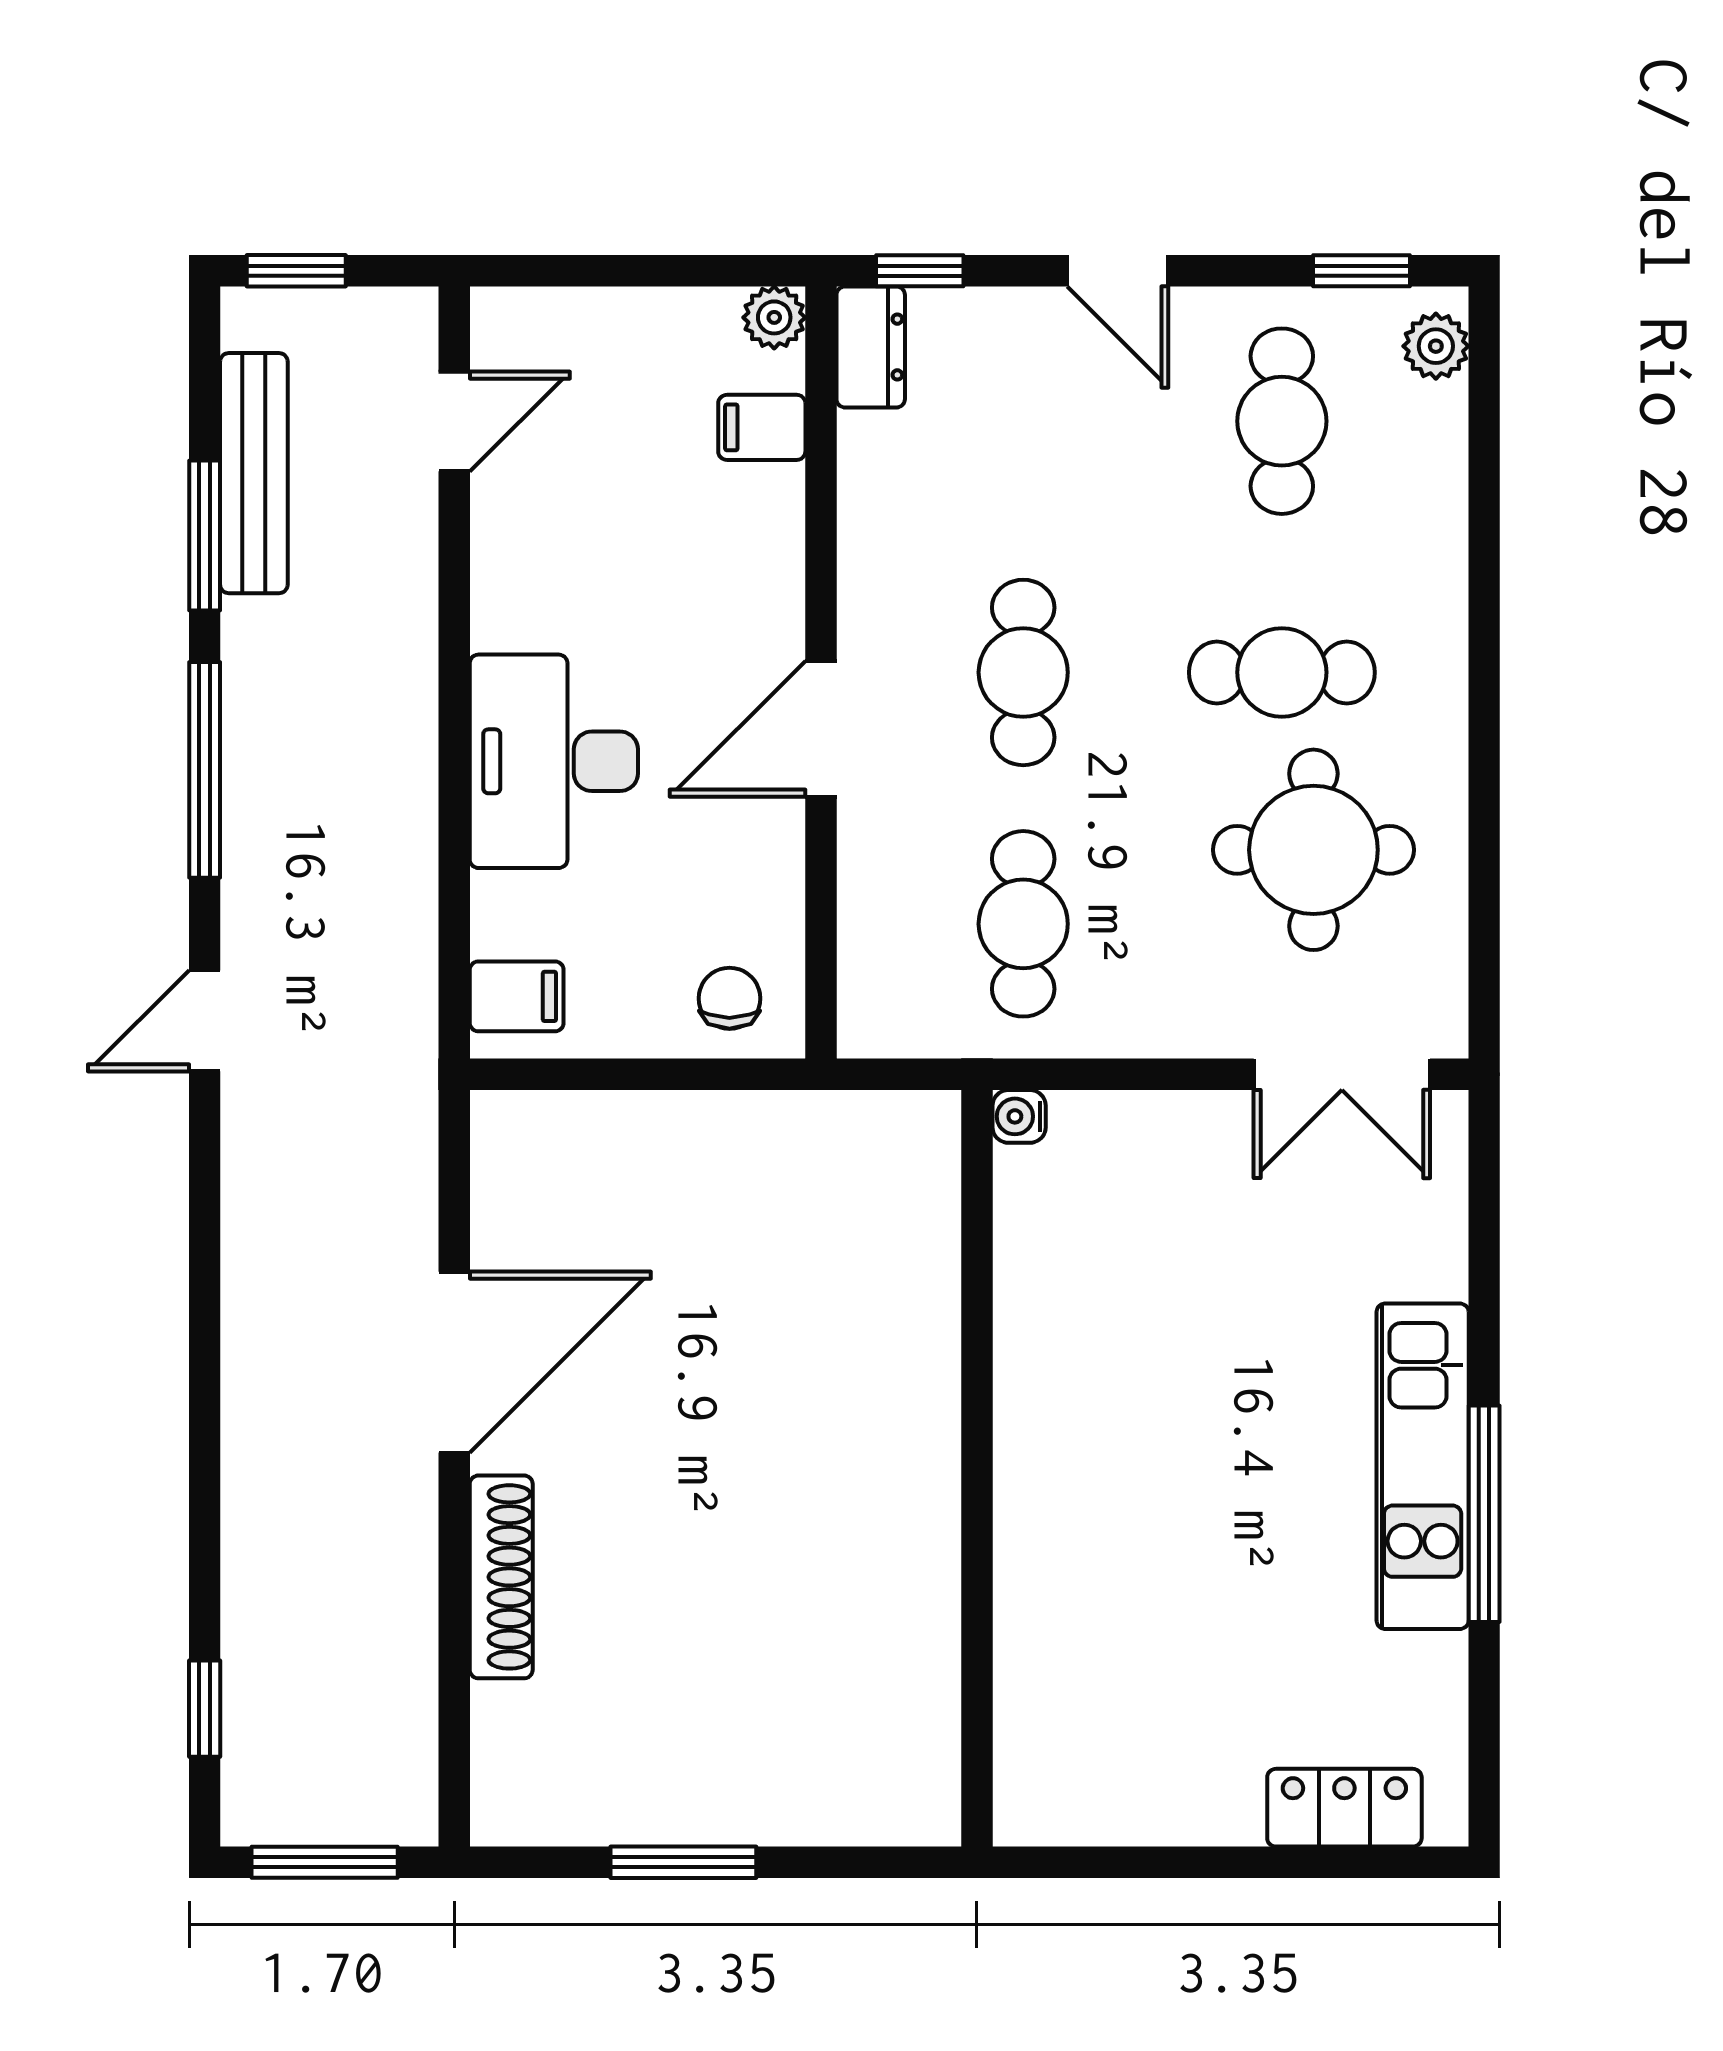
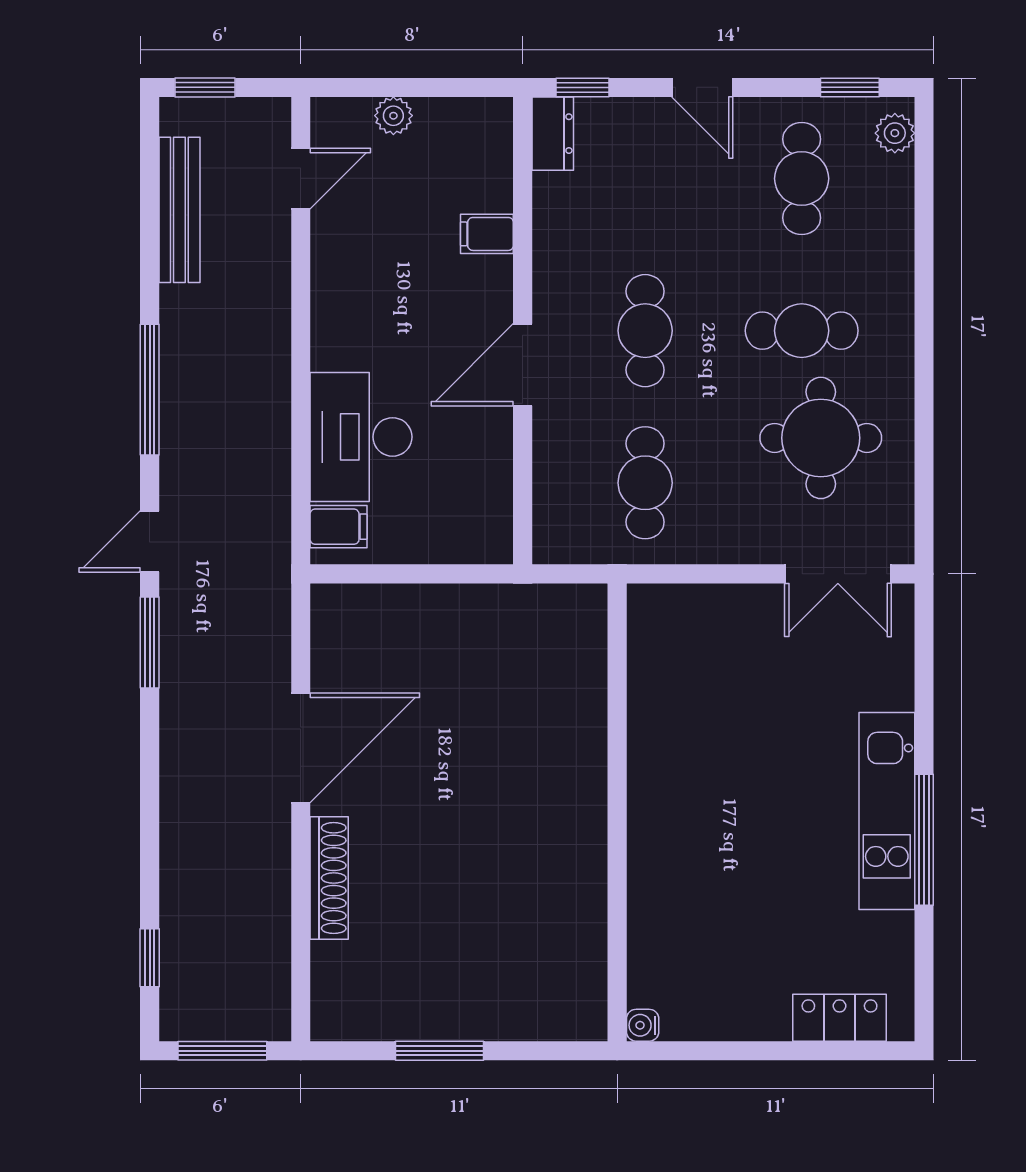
plant: (774, 317) -> (393, 116), moved
filing cabinet: (762, 427) -> (487, 234), moved
window: (205, 535) -> (150, 643), moved
desk: (554, 761) -> (361, 437), moved
chair: (729, 998) -> (467, 528), removed
water cooler: (1019, 1116) -> (643, 1025), moved

